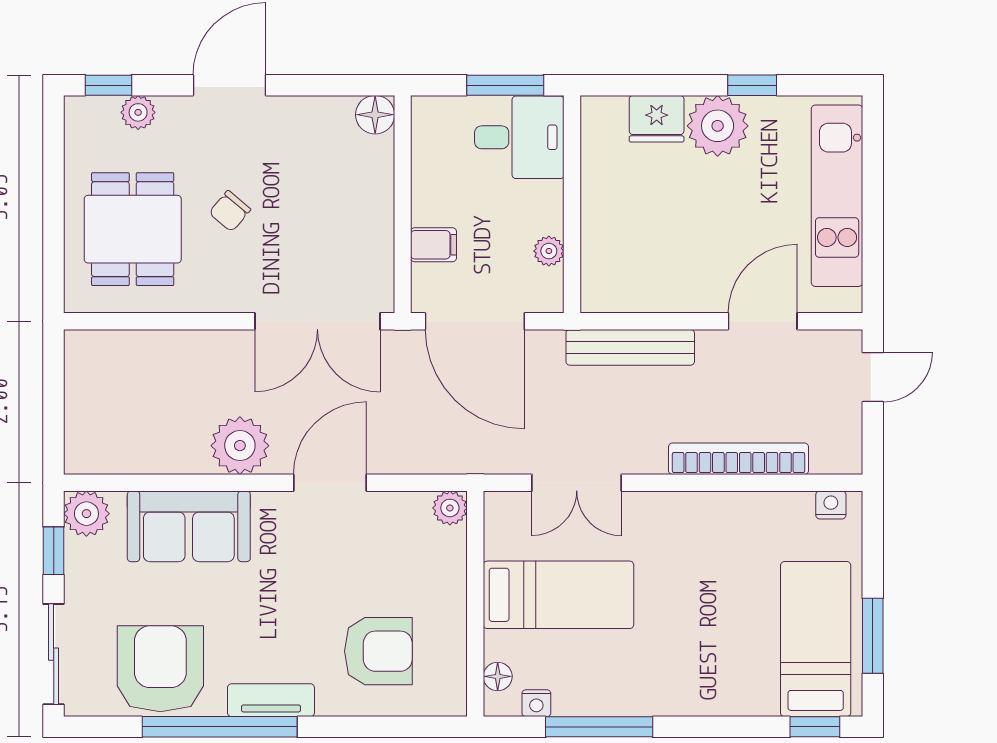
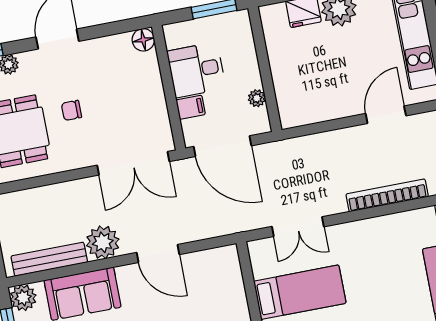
desk: (519, 137) -> (196, 70), moved, turned 180
chair: (230, 211) -> (71, 110), turned 50
bench: (630, 347) -> (49, 259), moved
door: (330, 483) -> (158, 254), swing flipped
plant: (450, 508) -> (229, 255), removed

